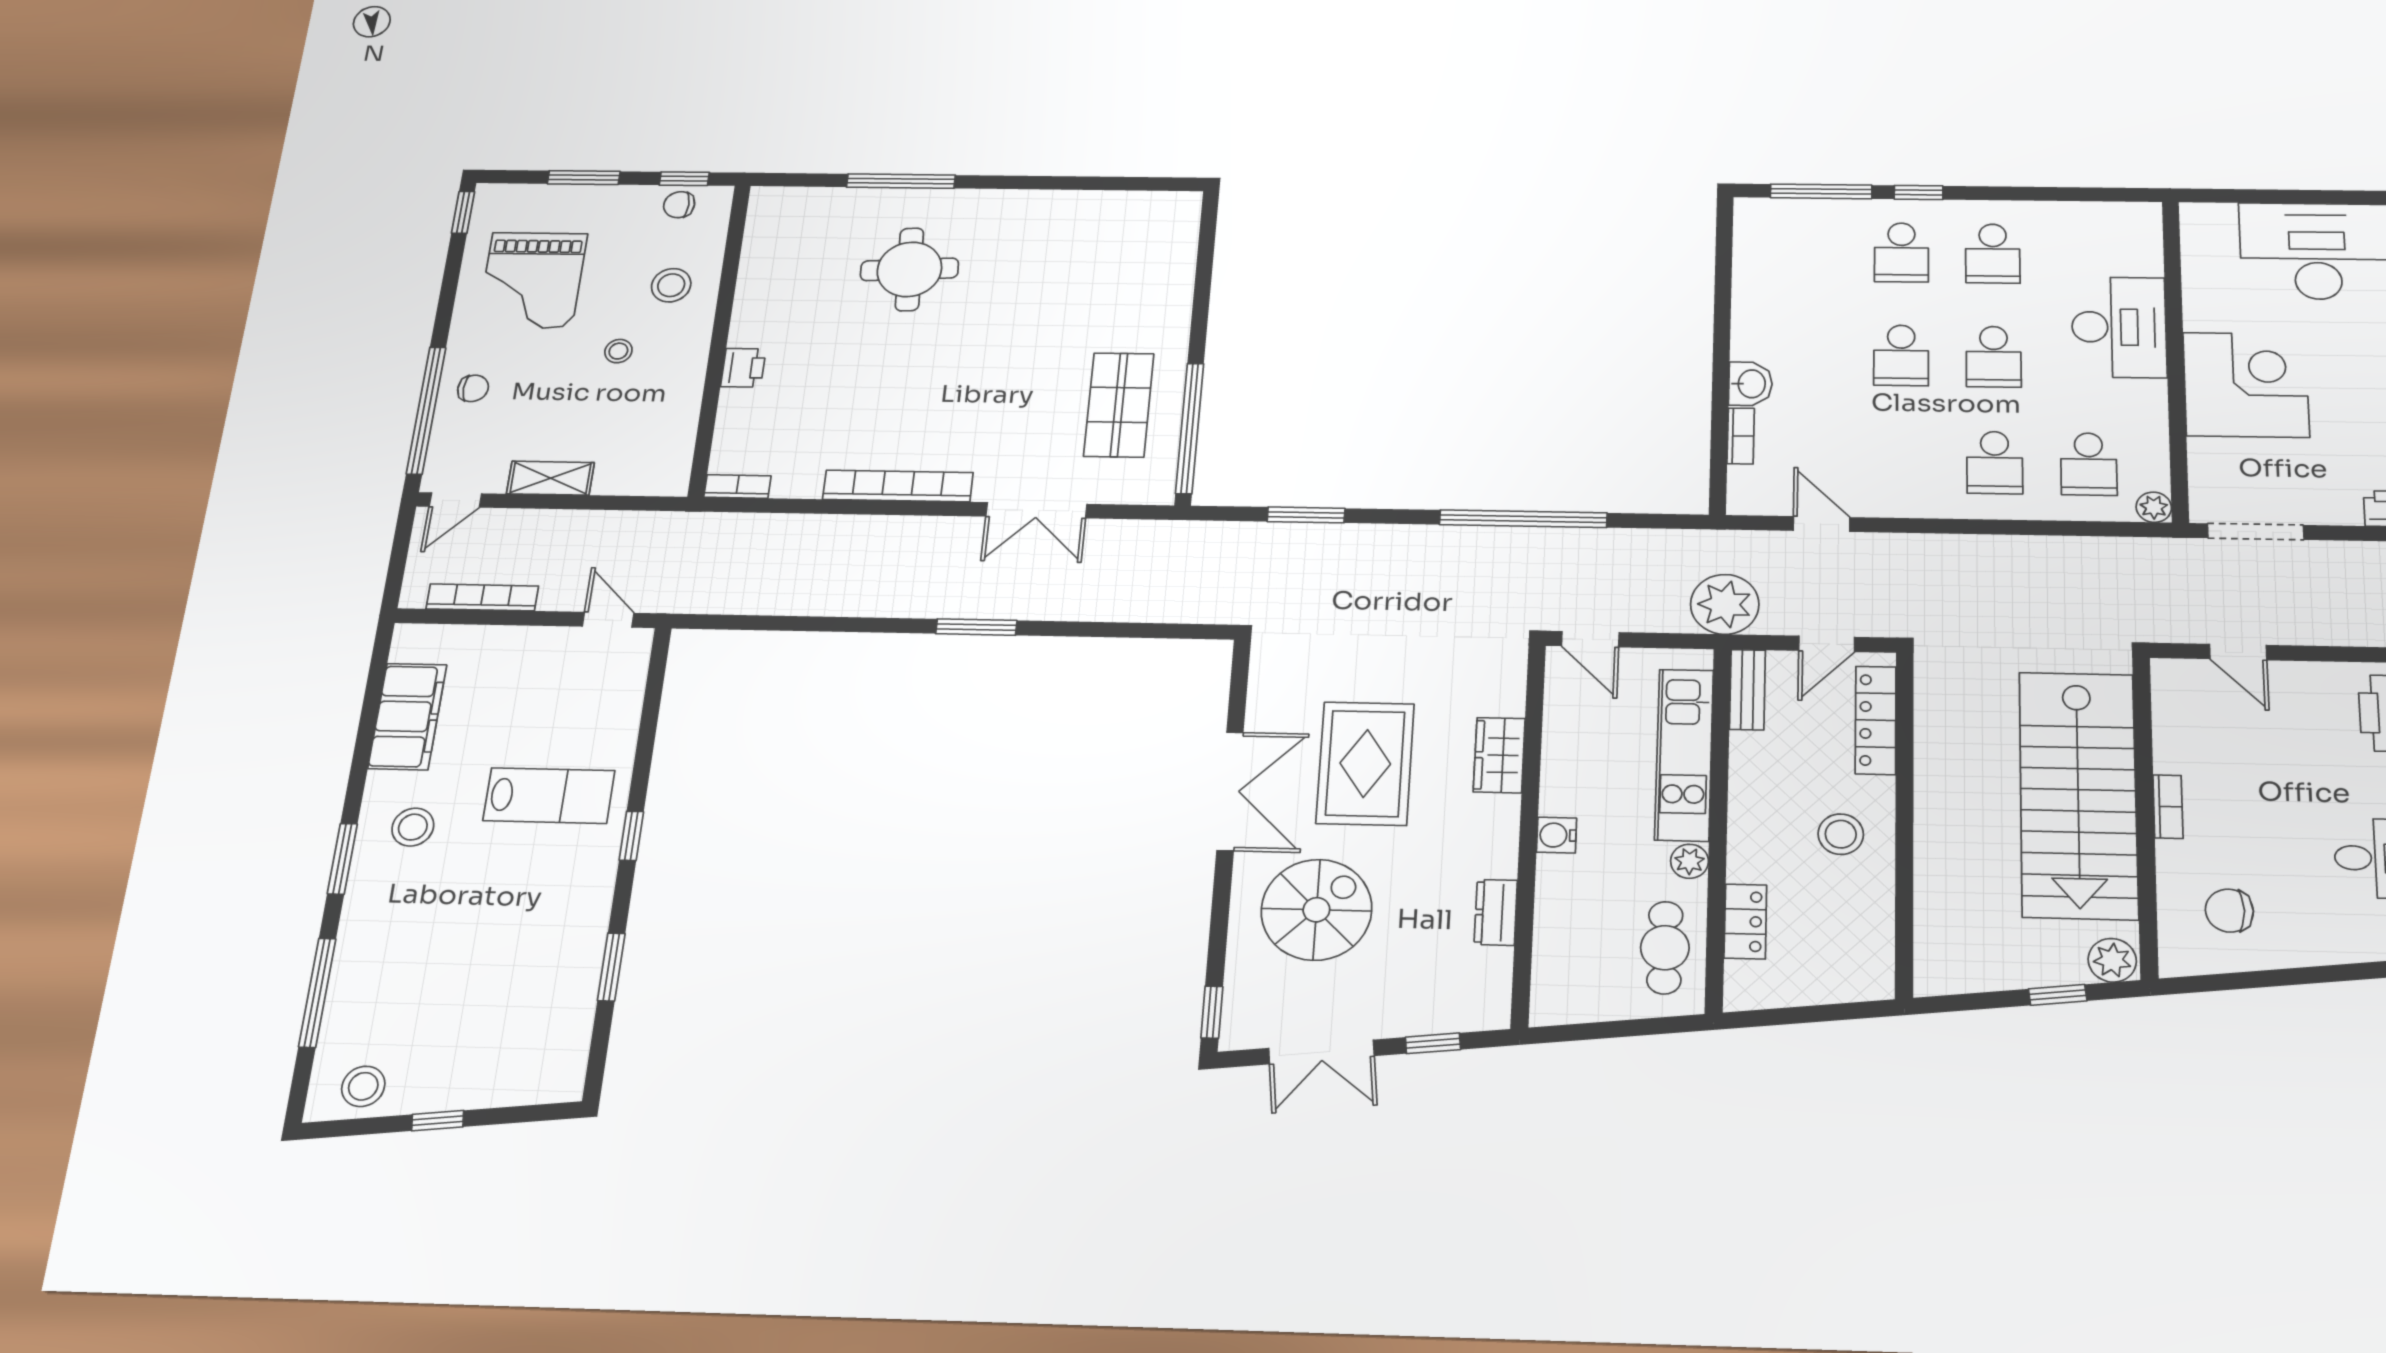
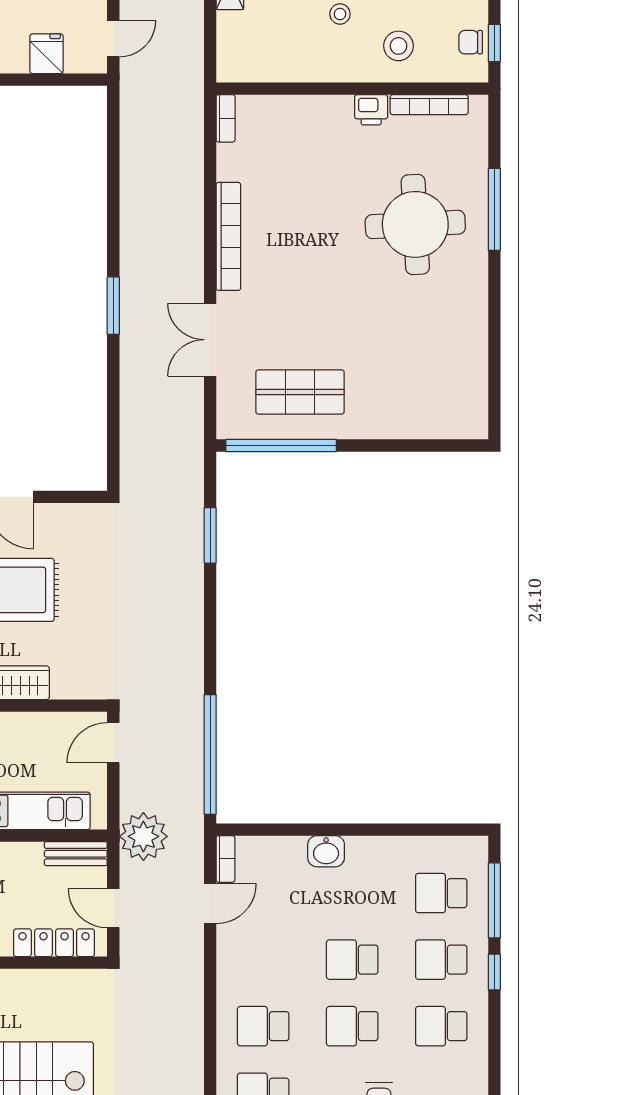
chair: (679, 205) -> (471, 42), turned -90
school desk: (1810, 251) -> (441, 893), added
bookcase: (754, 252) -> (429, 105), added
round table: (909, 269) -> (415, 224), width x1.36, depth x1.36
printer: (743, 368) -> (371, 110), moved
bookcase: (1741, 436) -> (225, 859), moved, turned -90
window: (1523, 519) -> (210, 755), moved
fridge: (616, 703) -> (47, 54), added

